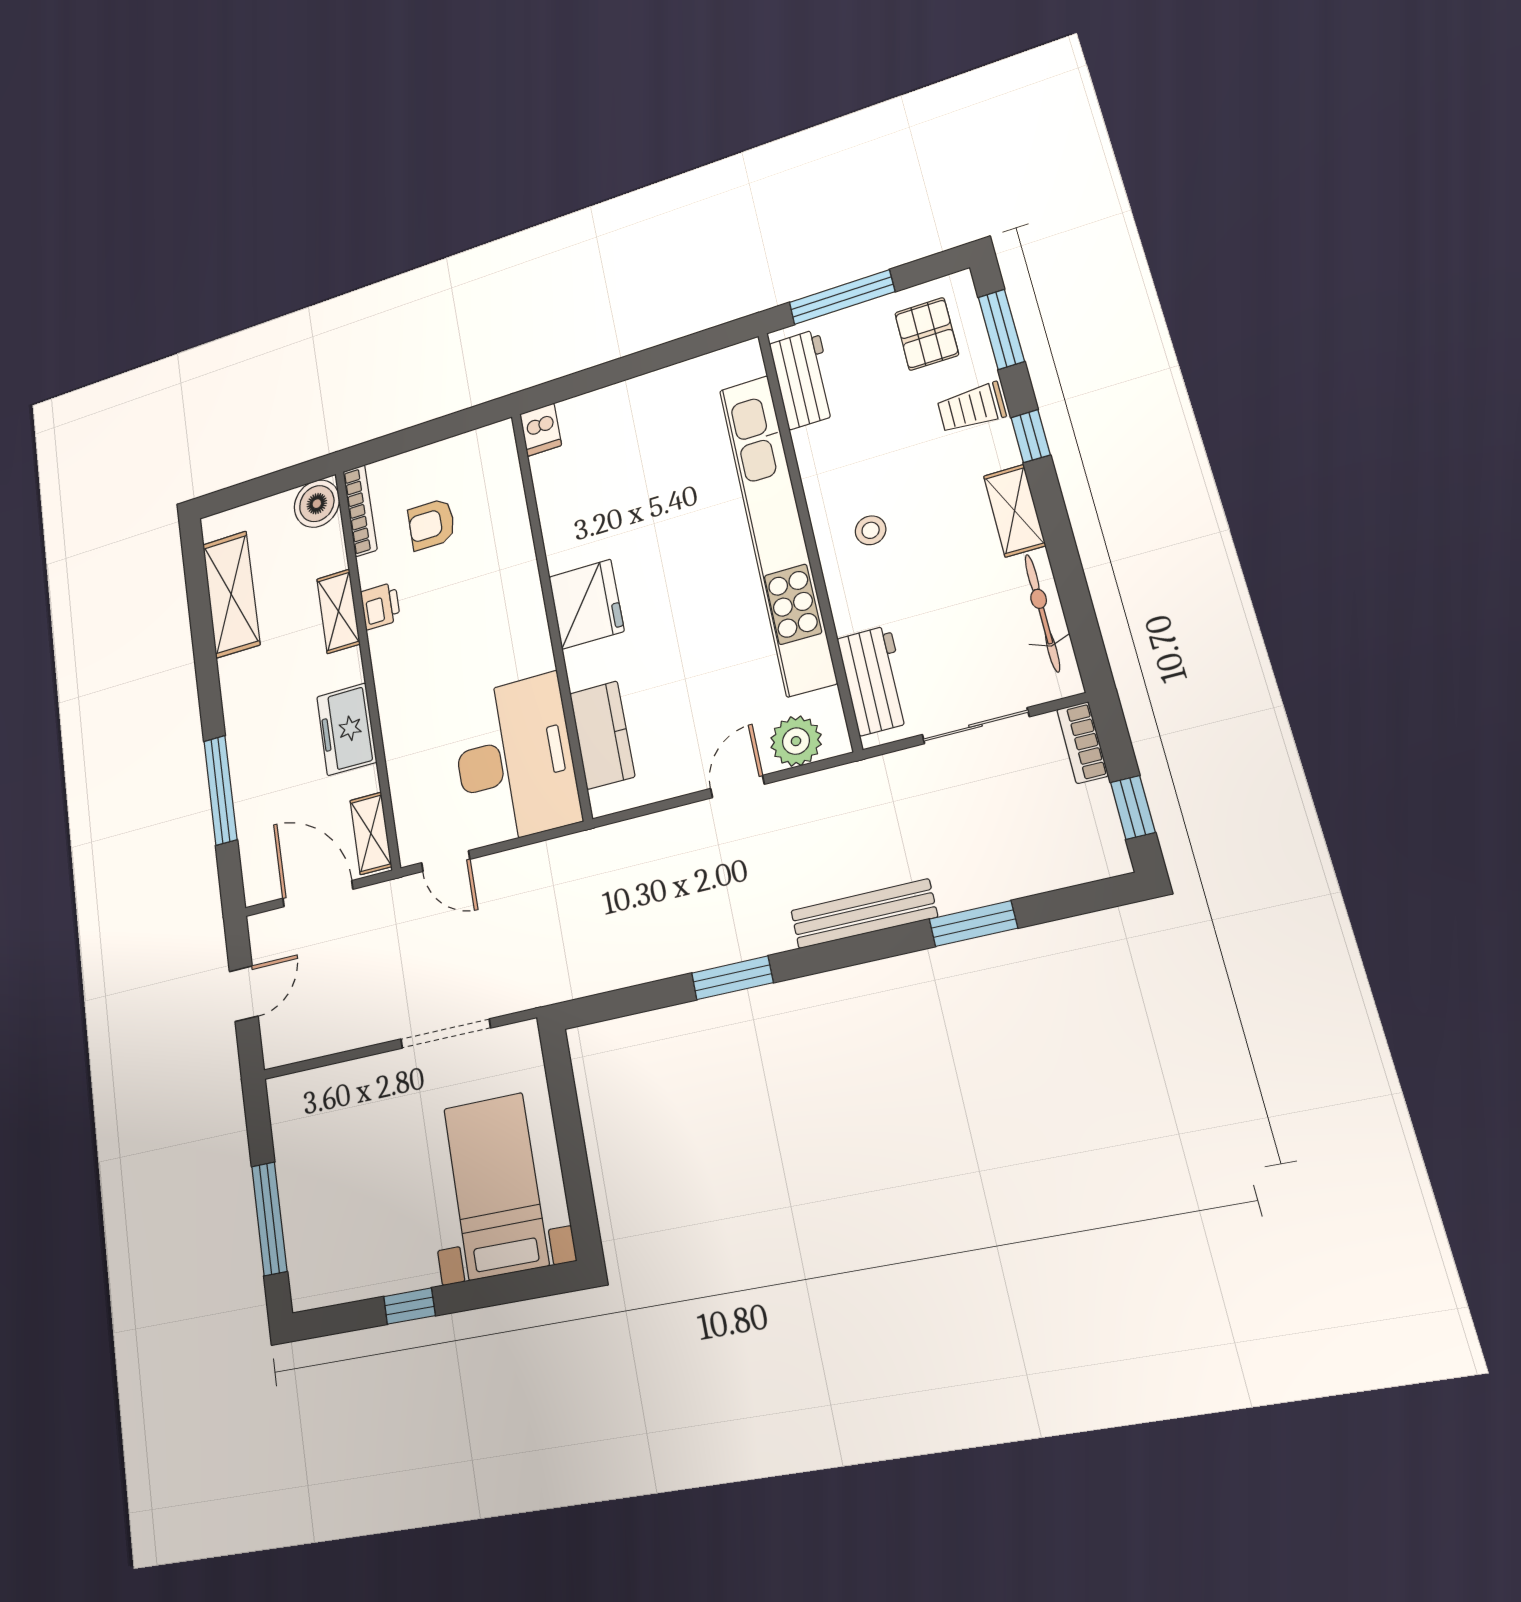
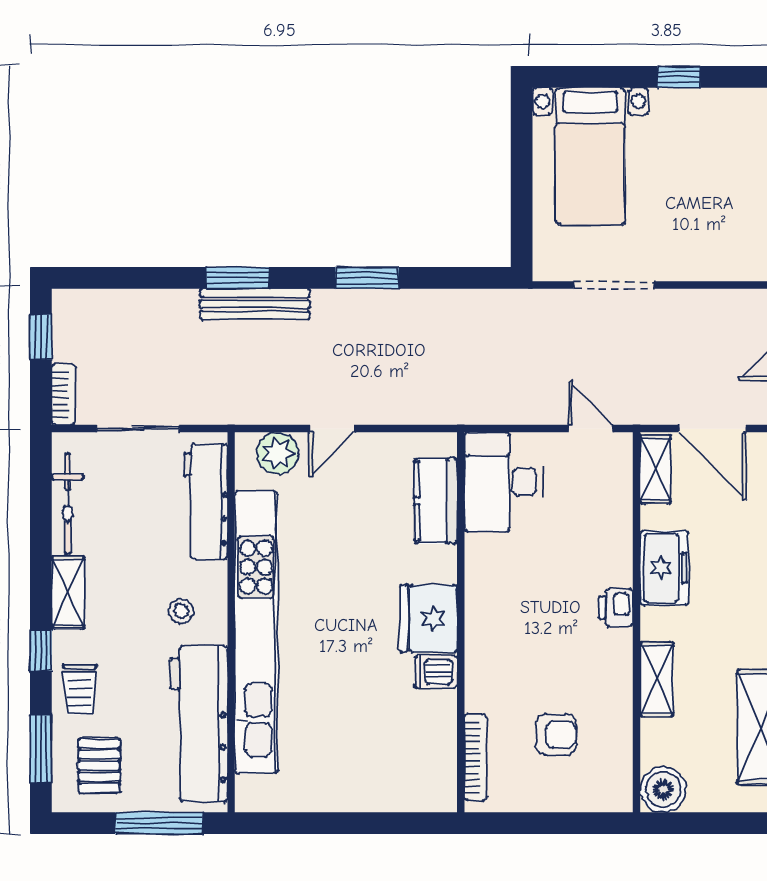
workbench: (803, 379) -> (199, 724), width x1.88, depth x1.32
trolley: (972, 408) -> (80, 689), turned 90
dishwasher: (541, 430) -> (436, 672), moved, turned -90
bookcase: (360, 511) -> (475, 757), moved, turned 180
printer: (380, 606) -> (616, 608), moved
workbench: (874, 680) -> (206, 502), width x1.37
desk: (515, 760) -> (503, 482), width x0.73, depth x0.77
window: (973, 924) -> (237, 278), moved

